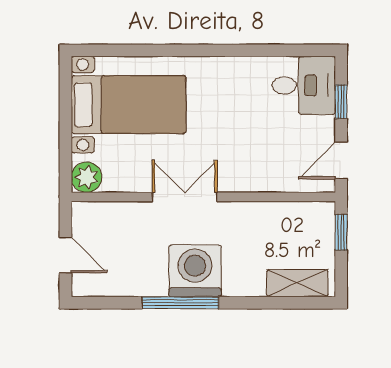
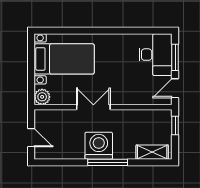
desk: (304, 85) -> (156, 55), width x1.37
window: (341, 102) -> (175, 57), width x1.50
window: (180, 303) -> (108, 162), moved

